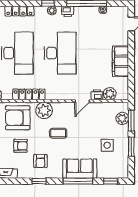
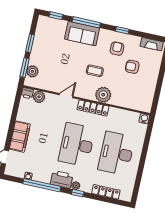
printer: (68, 11) -> (62, 179), width x1.87, depth x1.48
filing cabinet: (120, 61) -> (20, 137), moved
locker: (29, 95) -> (93, 108), moved
printer: (97, 95) -> (27, 93), moved
armchair: (18, 118) -> (129, 93), removed
side table: (107, 145) -> (52, 50), removed

